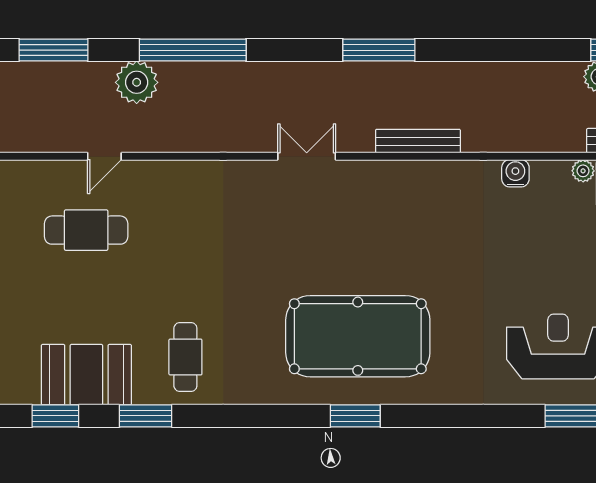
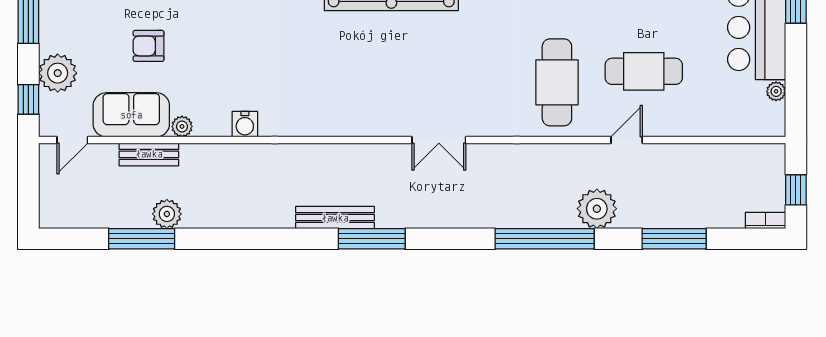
bench: (418, 141) -> (335, 218), moved
cafe table: (180, 218) -> (557, 82), added

